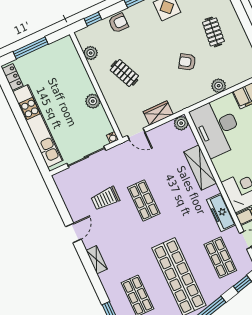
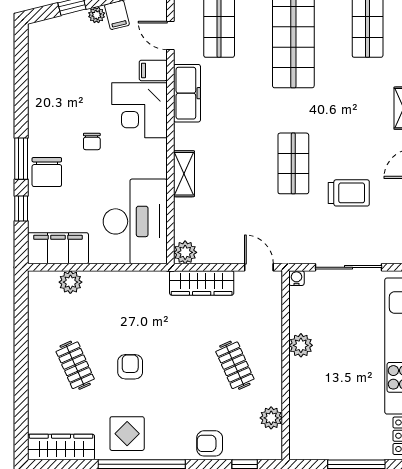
clothes rail: (213, 32) -> (75, 365), turned -30
armchair: (187, 62) -> (130, 367), moved, turned -123
plant: (219, 86) -> (70, 282), moved
wardrobe: (158, 113) -> (202, 283), width x1.50
shelving: (200, 168) -> (184, 174), width x0.67, depth x0.75

